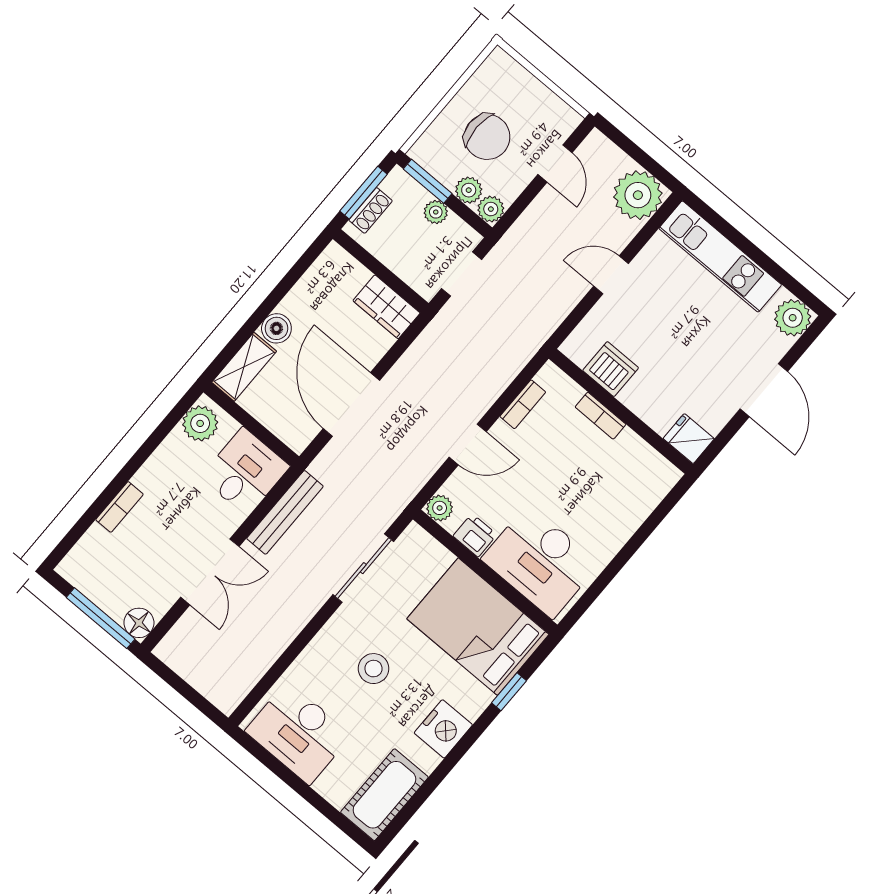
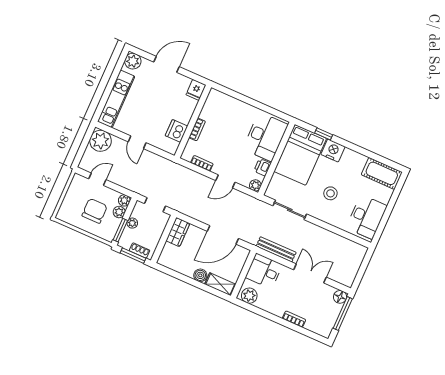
door: (468, 444) -> (225, 181), swing flipped
nightstand: (443, 729) -> (333, 151), moved

